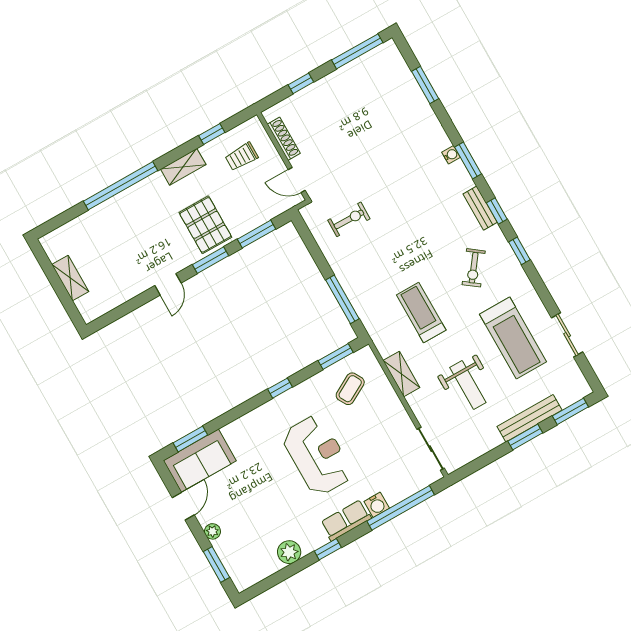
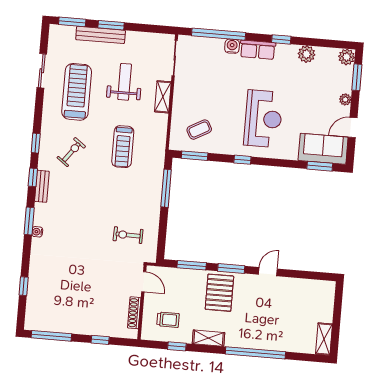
window: (425, 85) -> (24, 286), width x0.67
shelving: (70, 278) -> (324, 339), moved
shelving: (401, 374) -> (163, 97), moved
reception desk: (317, 455) -> (263, 119), moved, turned 180
plant: (243, 579) -> (347, 57), added

